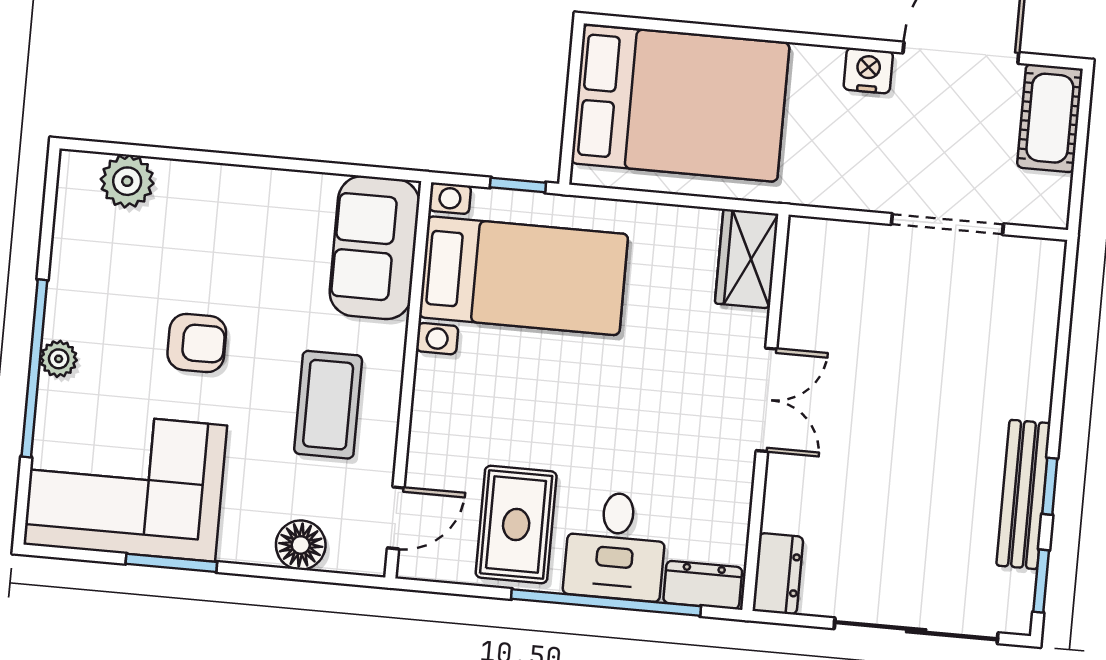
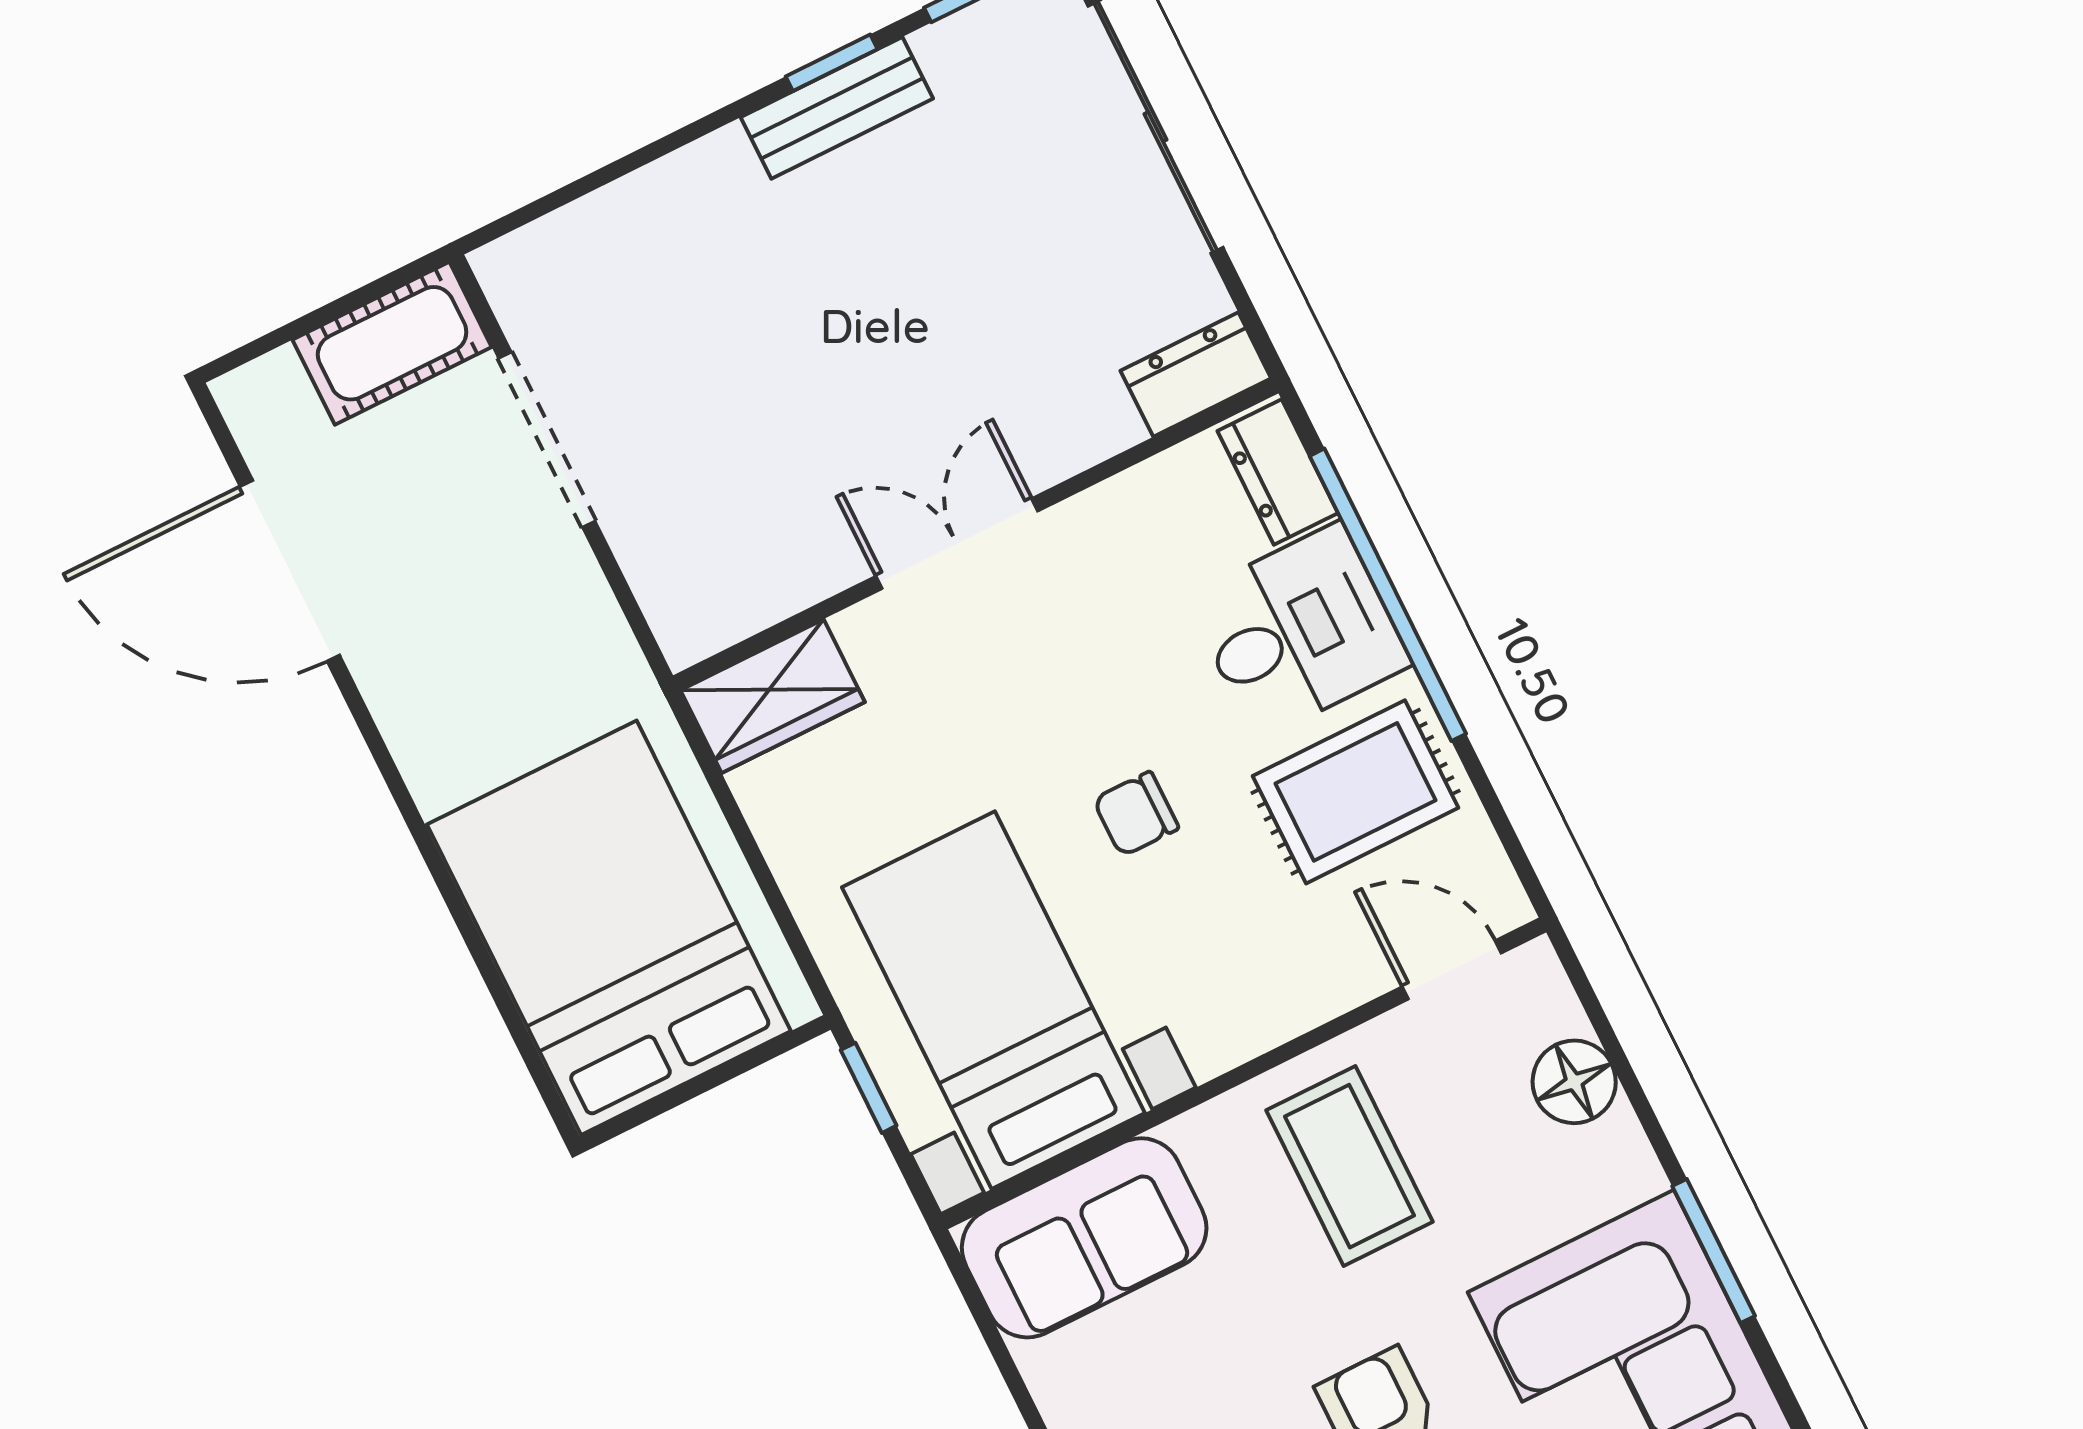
nightstand: (868, 71) -> (397, 688), removed
cot: (1050, 118) -> (392, 343), moved
coffee table: (328, 405) -> (1349, 1166), turned 90
chair: (574, 406) -> (1136, 814), added
bench: (1023, 494) -> (837, 108), width x0.73

